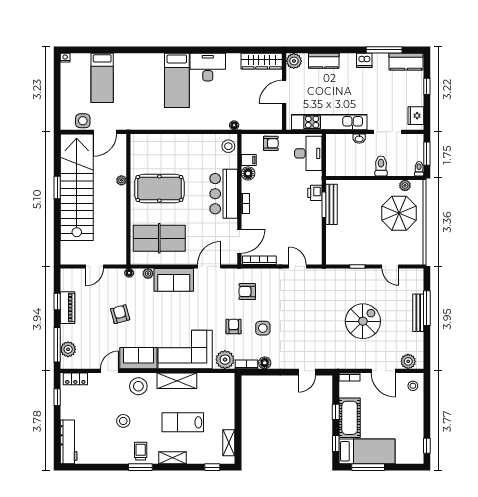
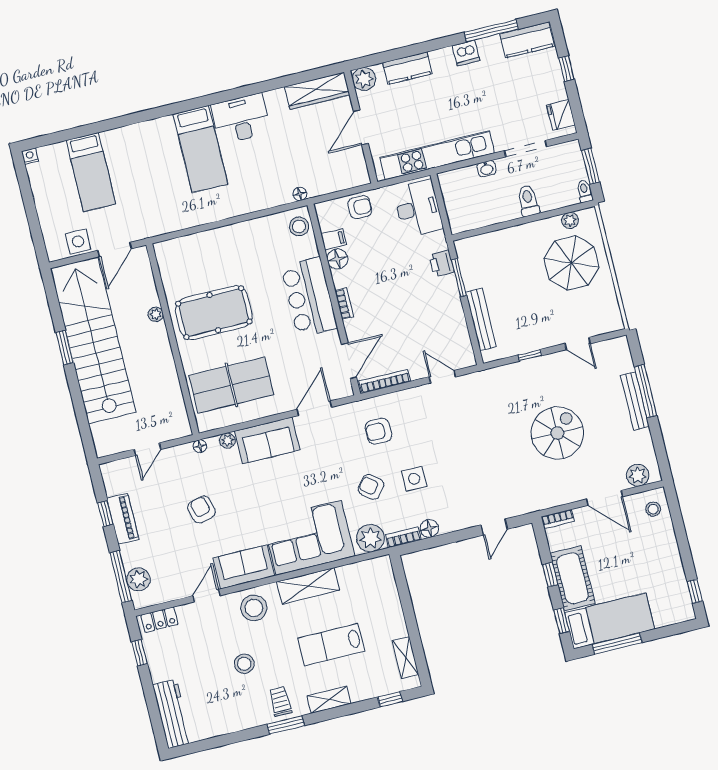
bench: (331, 204) -> (481, 320), moved
armchair: (234, 326) -> (371, 487), turned -51

